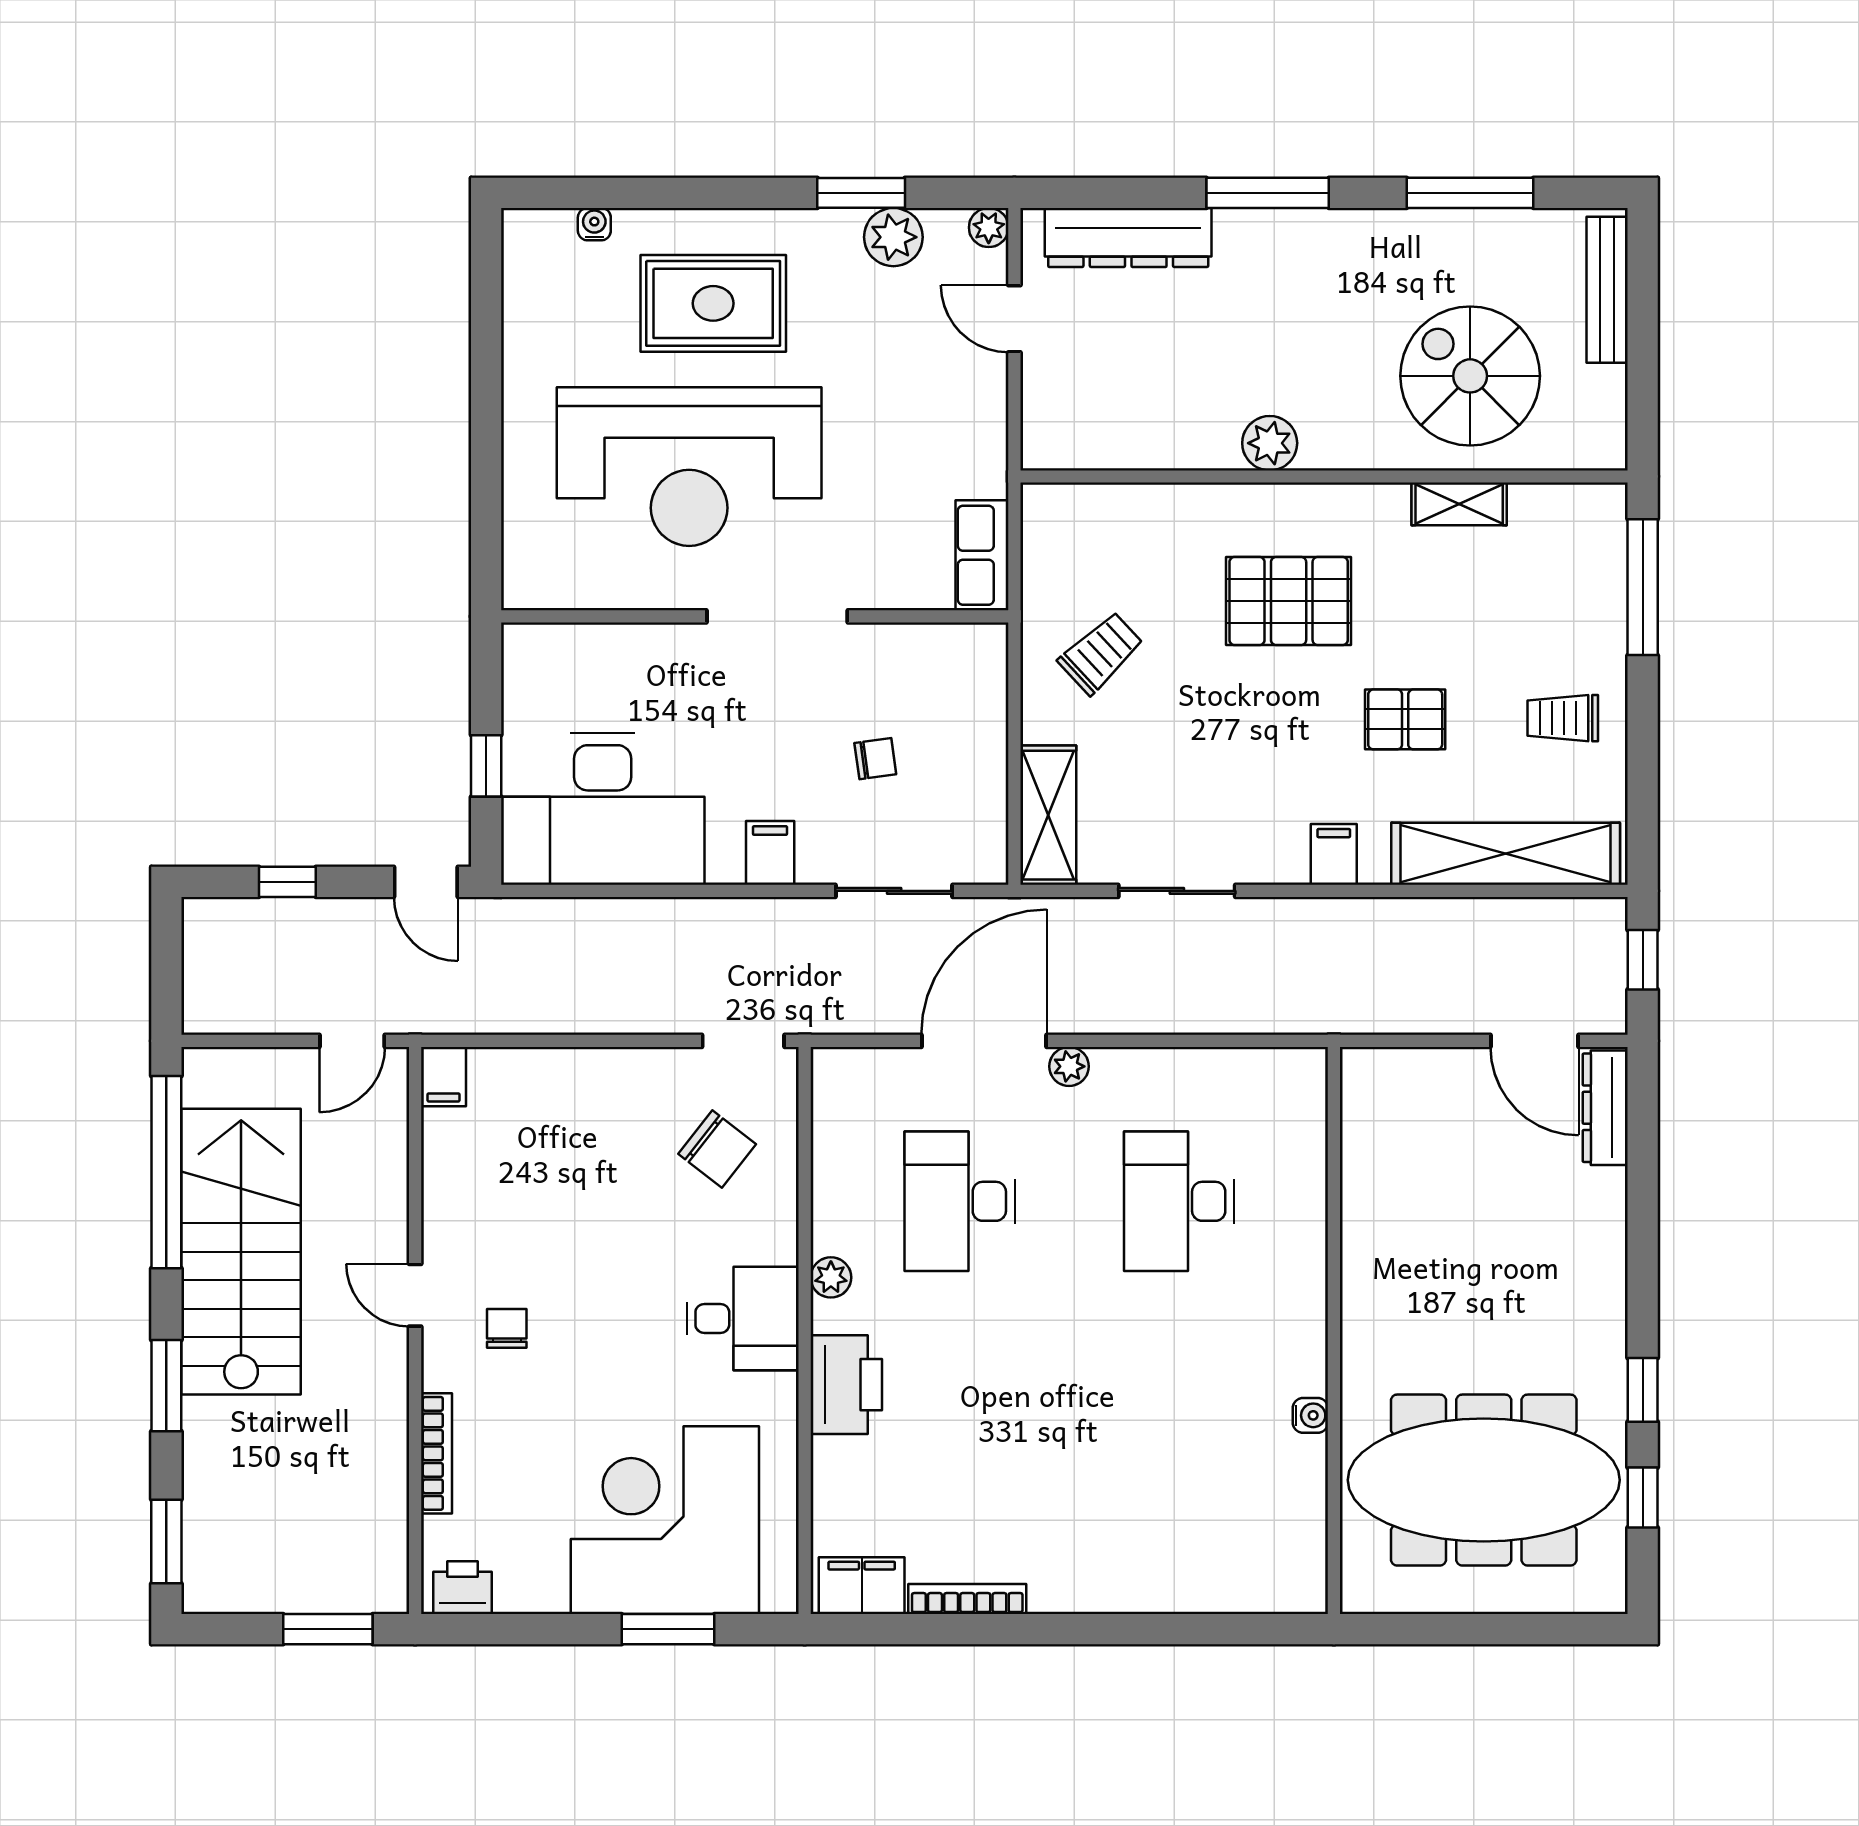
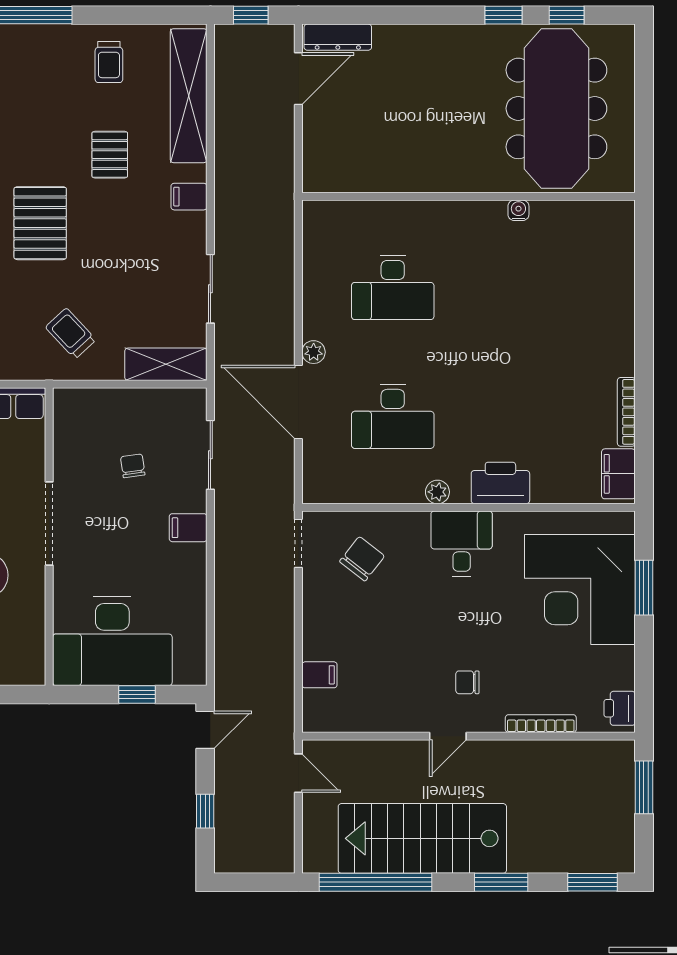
desk: (603, 809) -> (112, 641), moved, turned 90
filing cabinet: (444, 1077) -> (319, 675), moved

